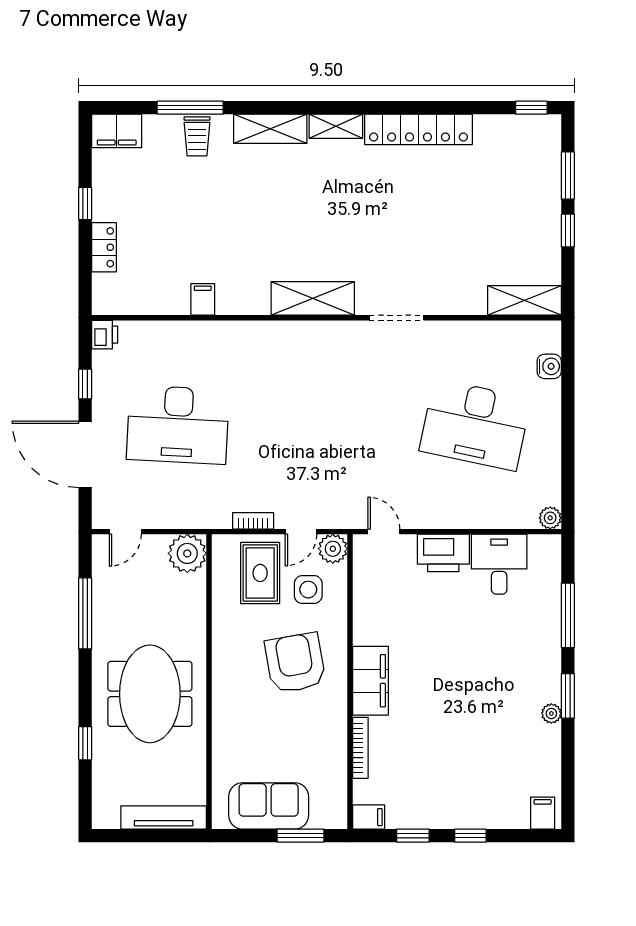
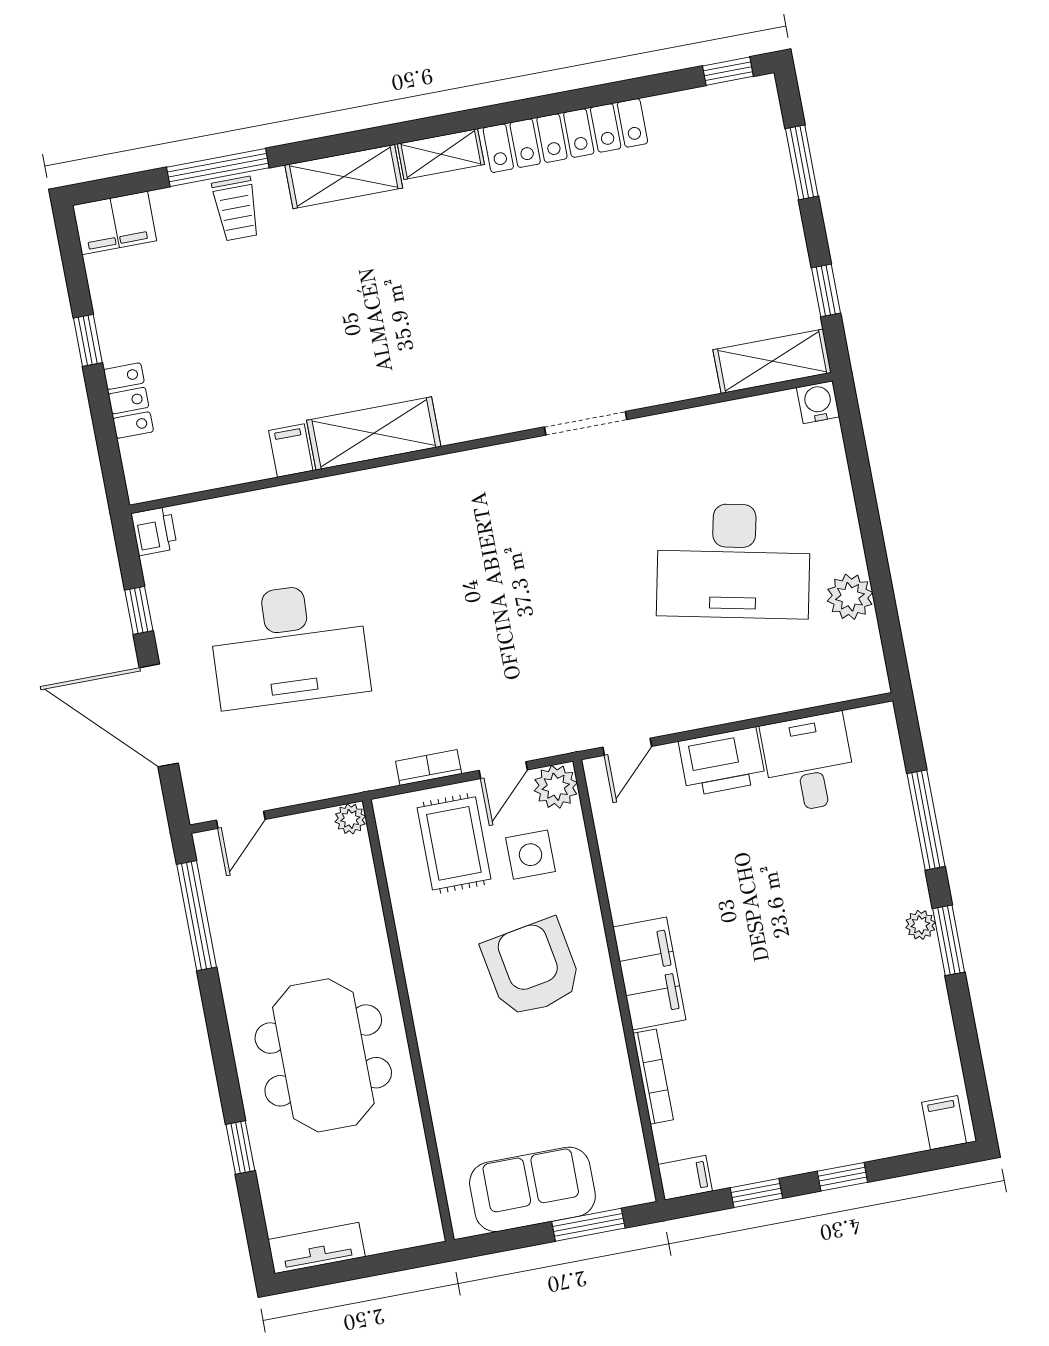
window: (568, 231) -> (826, 290), moved
shelving: (313, 298) -> (374, 433), moved
water cooler: (549, 366) -> (818, 402), moved, turned -90
plant: (550, 518) -> (850, 597), moved, width x1.38, depth x1.38
door: (384, 532) -> (627, 747), swing flipped
plant: (187, 553) -> (350, 819), width x0.53, depth x0.53
window: (85, 613) -> (197, 916), moved
plant: (551, 713) -> (920, 925), moved
tv unit: (164, 817) -> (317, 1248), moved, width x0.71

